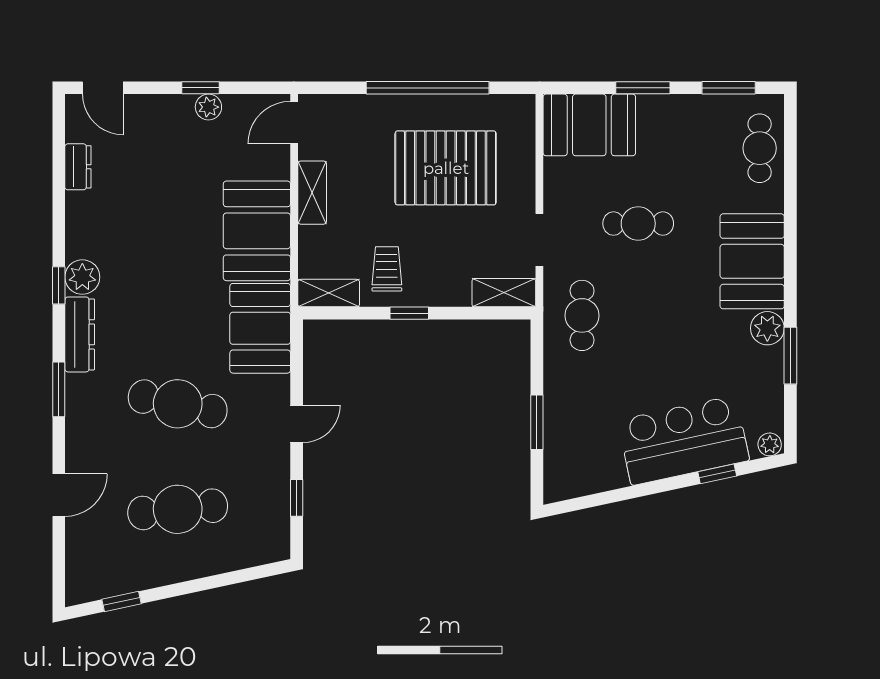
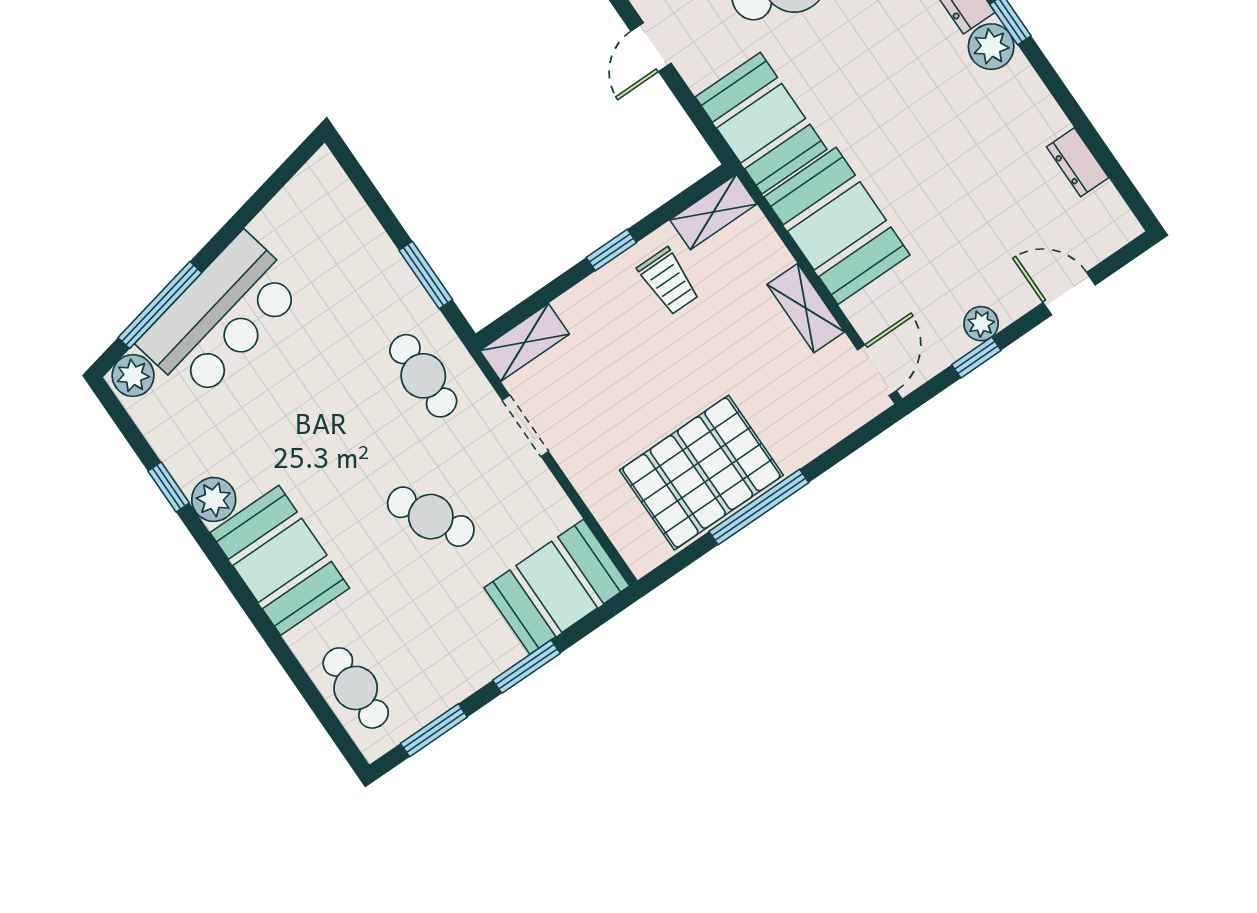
door: (103, 88) -> (1069, 294), moved
window: (201, 88) -> (976, 357), moved
window: (428, 88) -> (759, 507), width x0.68
pallet: (446, 168) -> (701, 473), moved
cafe table: (638, 224) -> (431, 517), turned 61
window: (790, 356) -> (169, 487), width x0.67
window: (537, 422) -> (426, 275), moved
plant: (770, 444) -> (133, 376), width x1.38, depth x1.38
window: (717, 474) -> (160, 305), width x2.17

